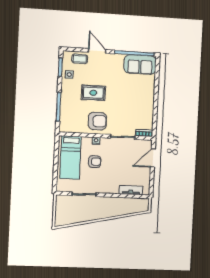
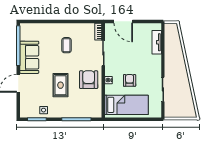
coffee table: (80, 59) -> (67, 45), moved
sofa: (140, 64) -> (29, 57), moved

